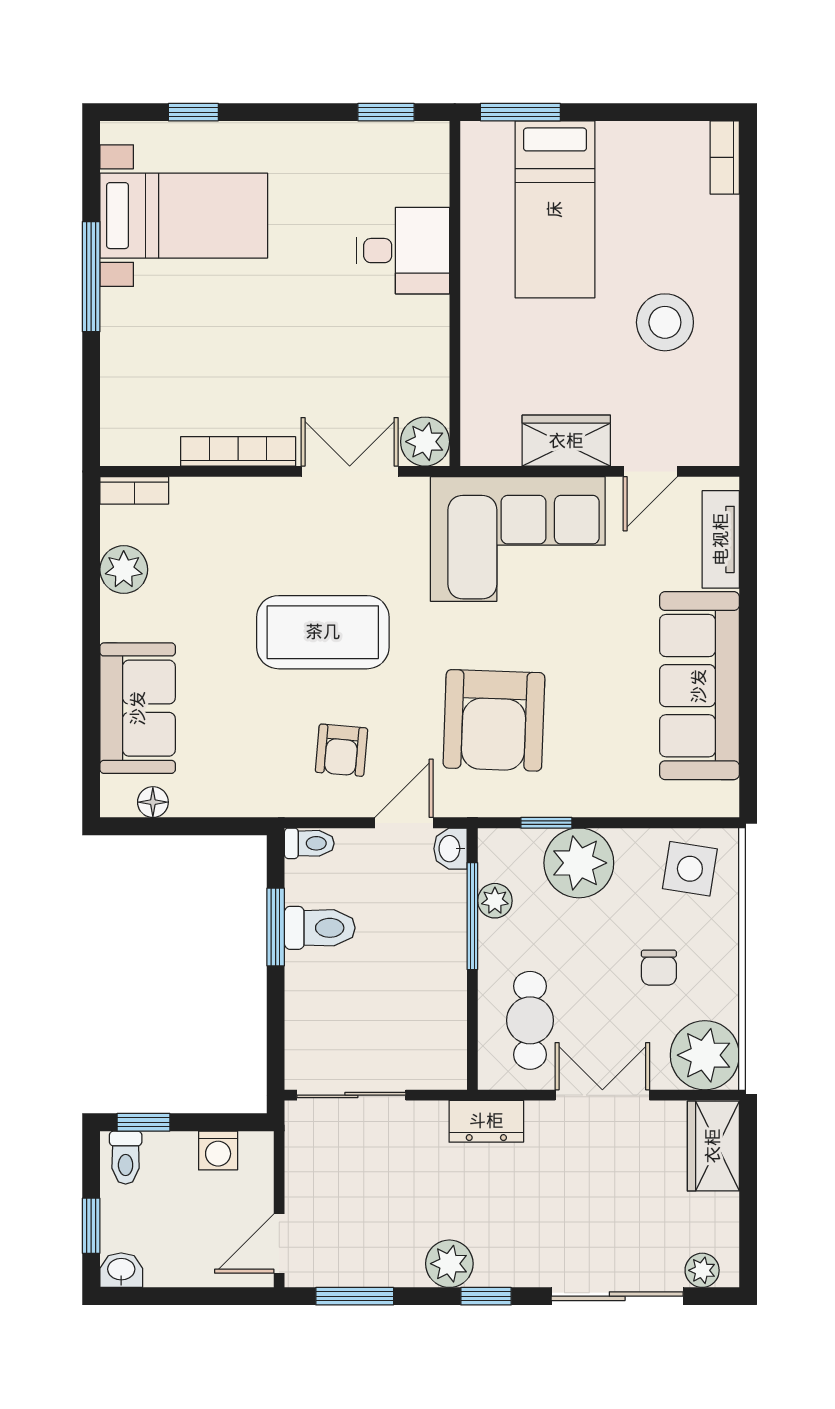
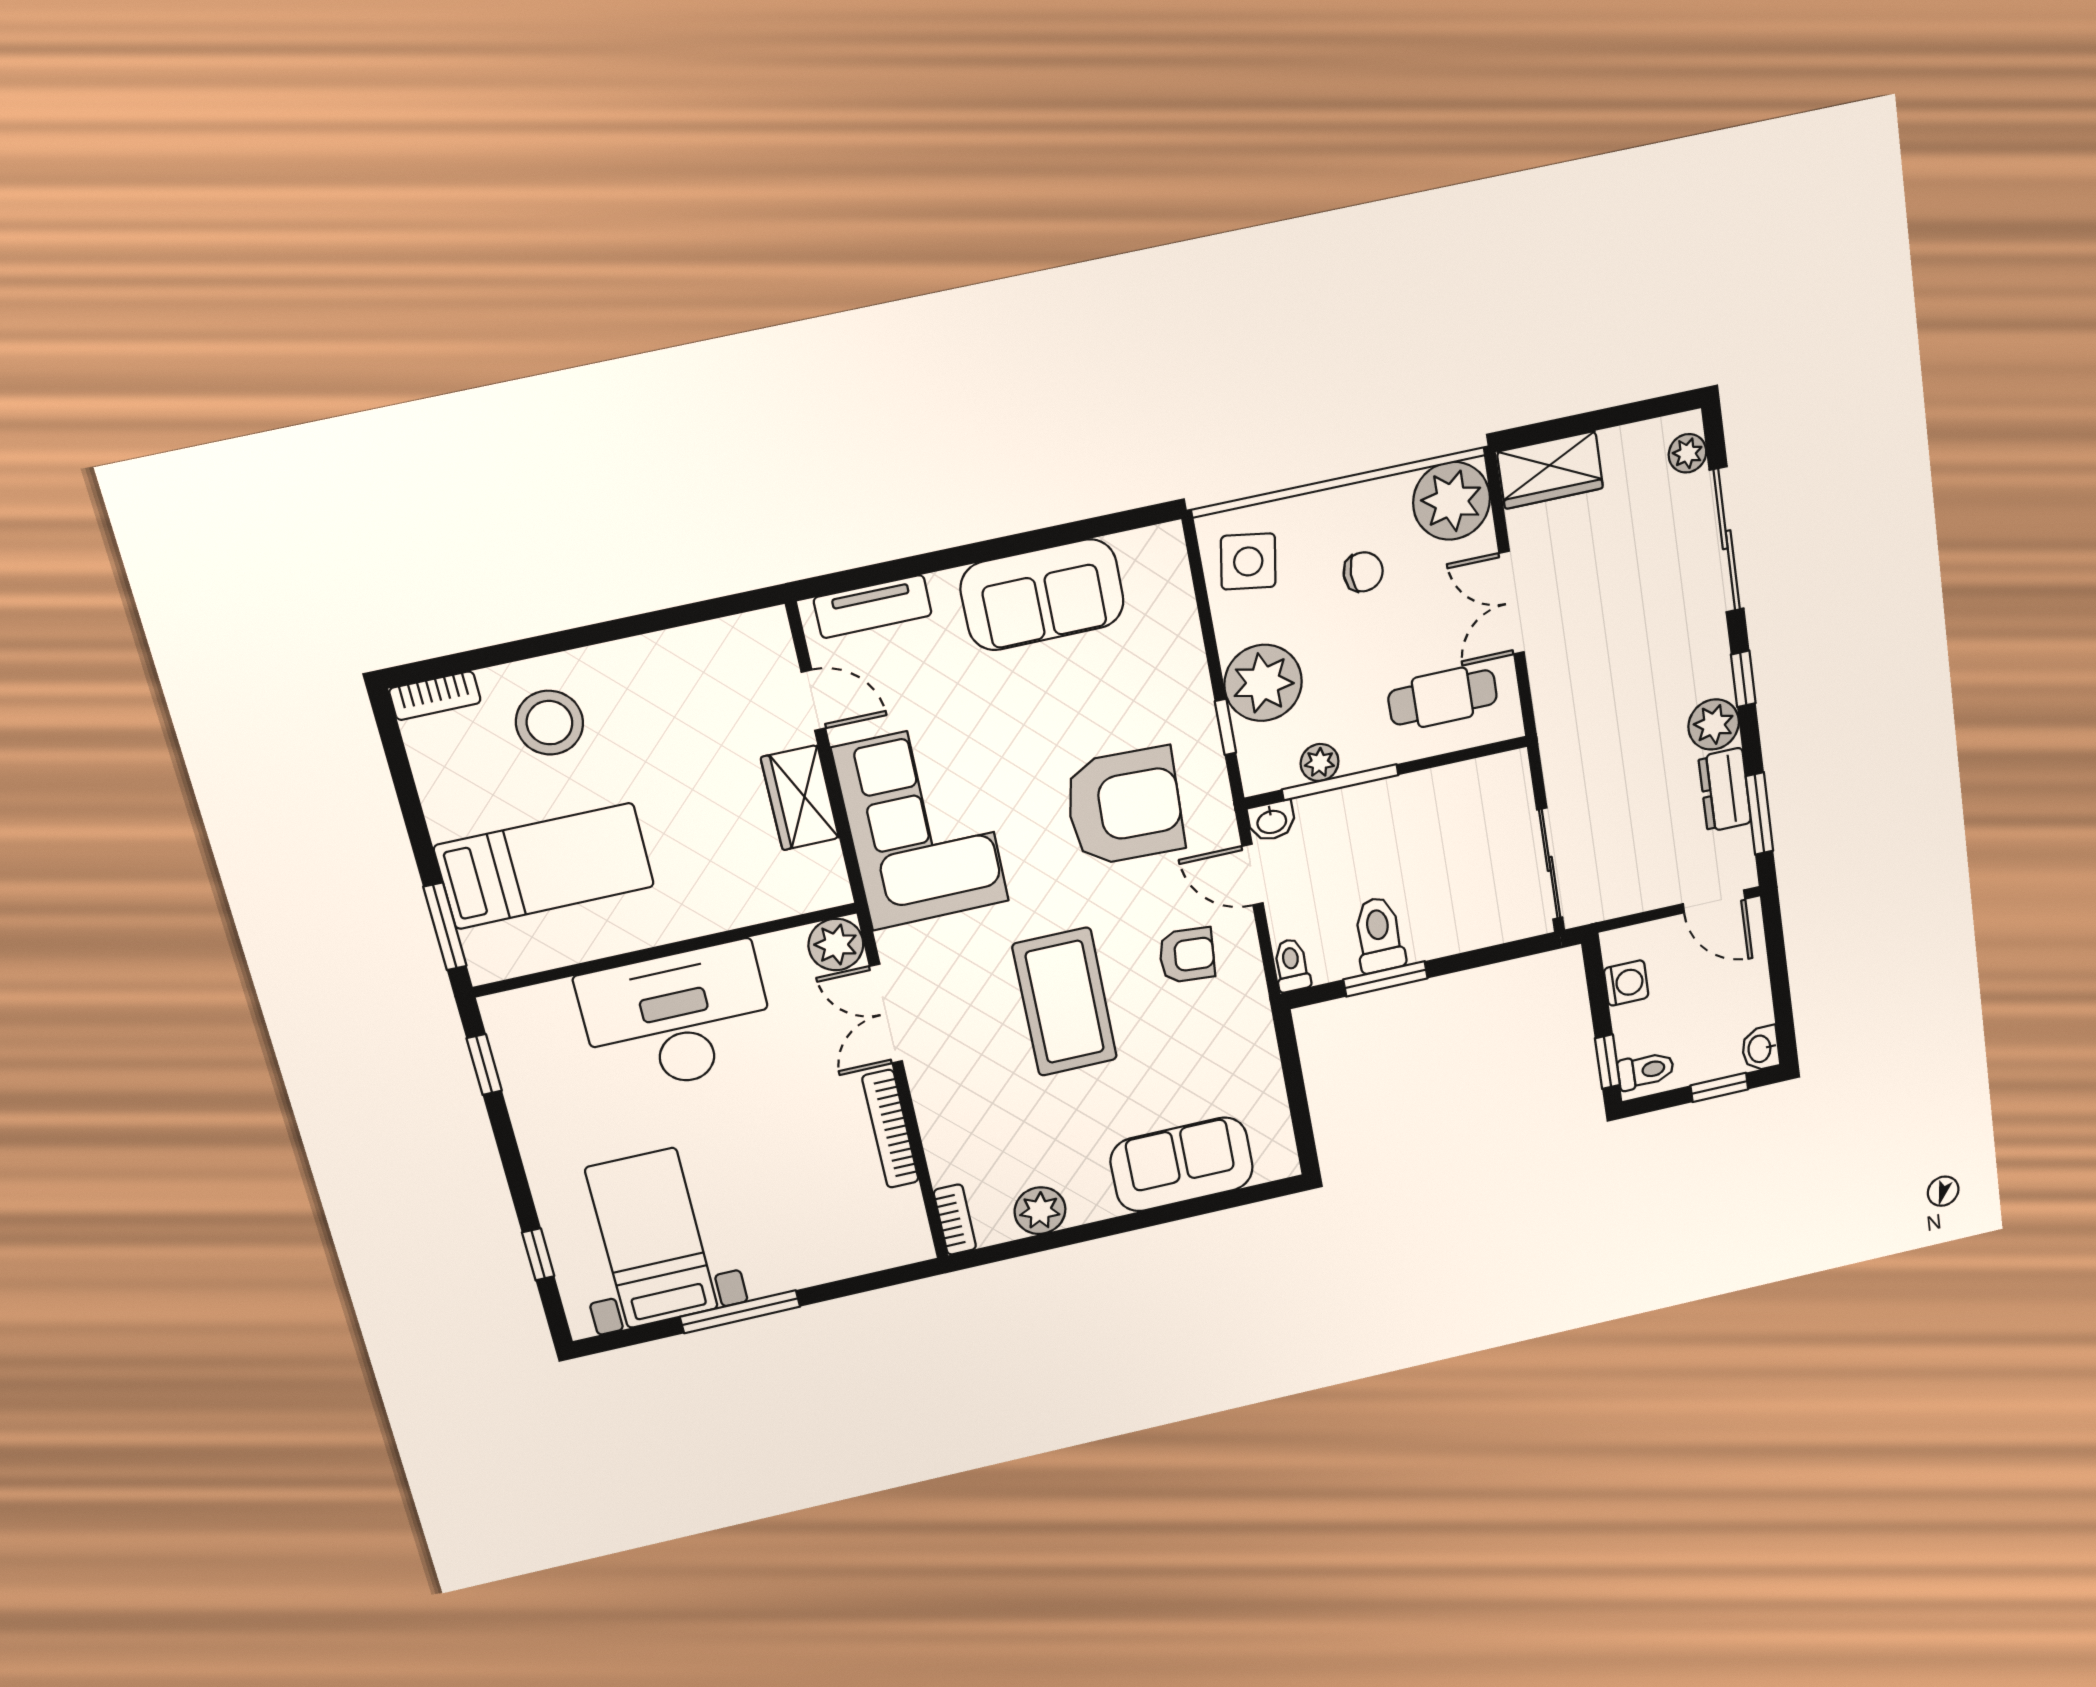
desk: (403, 251) -> (677, 1019), width x1.87, depth x1.30
stool: (665, 322) -> (549, 723), moved
sofa: (699, 686) -> (1042, 595), width x0.73
floor lamp: (153, 802) -> (1276, 1128), removed
dresser: (486, 1121) -> (1725, 790), moved, turned 180

